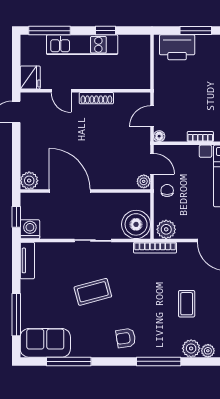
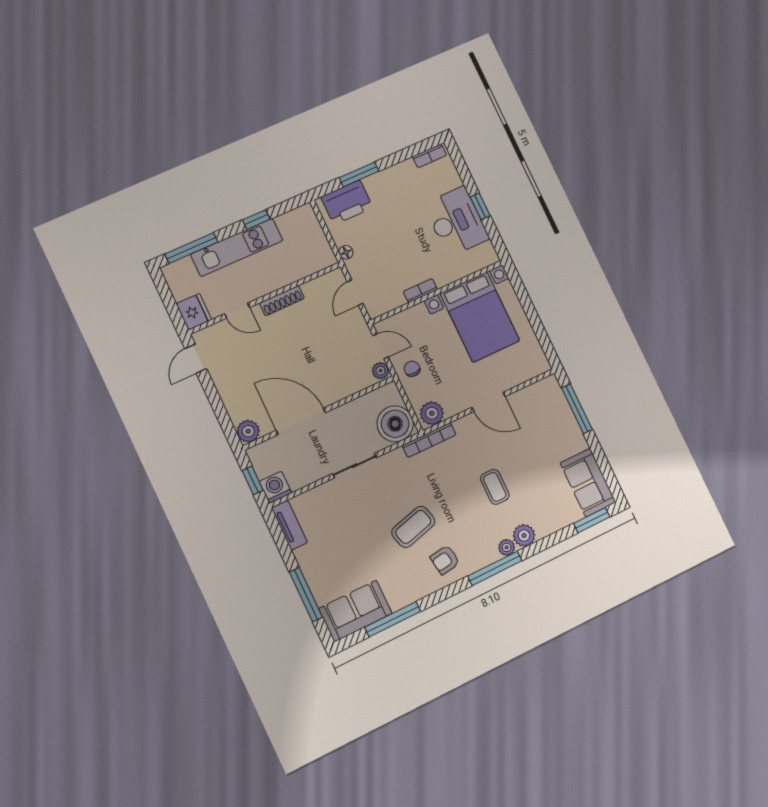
floor lamp: (159, 136) -> (346, 252), moved
coffee table: (93, 292) -> (413, 527), moved
plant: (208, 351) -> (507, 547), moved

